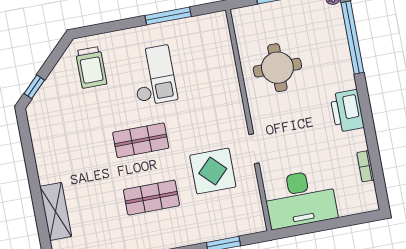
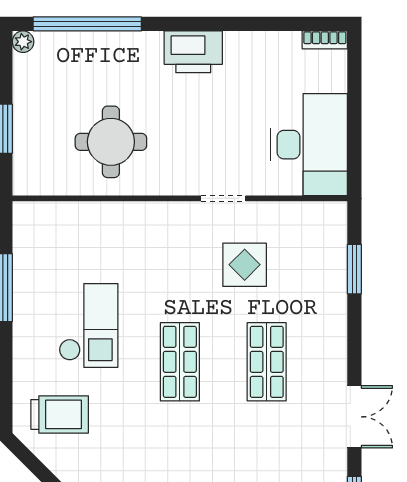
checkout: (153, 76) -> (89, 325), turned 90
bookcase: (365, 166) -> (325, 40), moved
display table: (213, 171) -> (245, 265), width x0.73, depth x0.73

